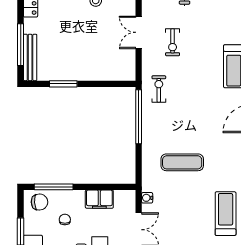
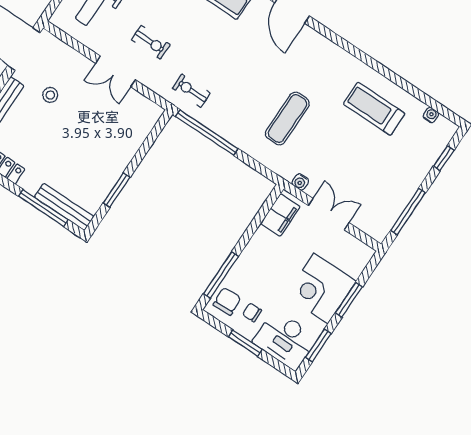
filing cabinet: (99, 199) -> (280, 215), moved
chair: (65, 220) -> (252, 312), moved

